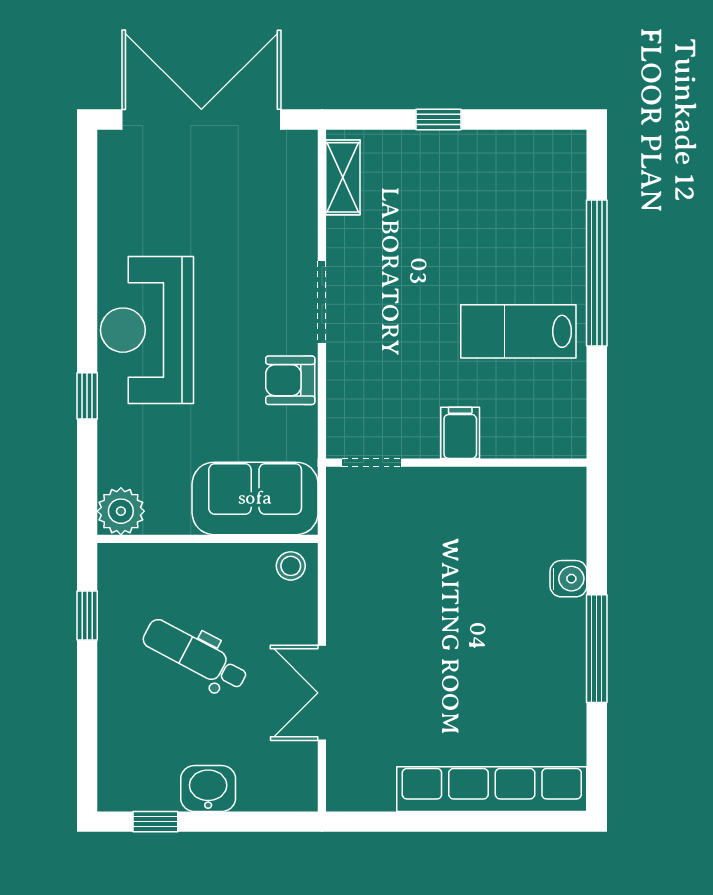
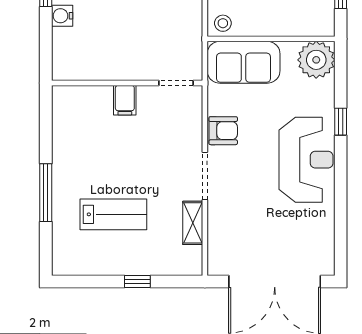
shelving: (343, 177) -> (193, 223), moved
window: (597, 273) -> (46, 193), width x0.68
lab bench: (518, 331) -> (113, 214), moved
plant: (121, 511) -> (316, 60), width x1.36, depth x1.36

